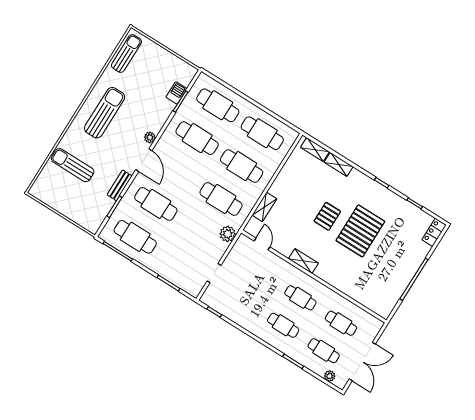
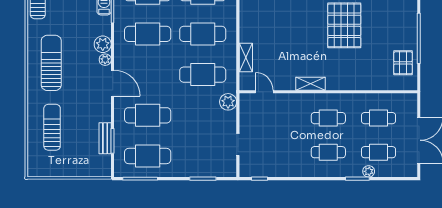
plant: (156, 124) -> (103, 44), added
sun lounger: (73, 165) -> (52, 127), turned 90
bench: (120, 185) -> (105, 138), moved
pallet: (327, 216) -> (403, 63), moved
plant: (330, 376) -> (369, 171), moved

